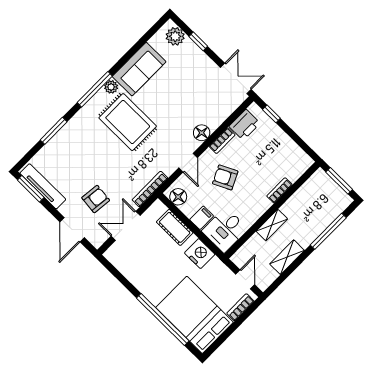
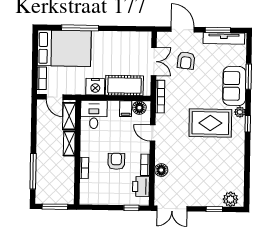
sofa: (139, 69) -> (234, 86), moved
plant: (111, 87) -> (240, 112), moved
window: (95, 89) -> (248, 124), width x0.46
floor lamp: (202, 133) -> (161, 170), moved
armchair: (225, 177) -> (116, 161), moved, turned -64
window: (31, 189) -> (218, 30), moved
filing cabinet: (202, 218) -> (126, 109), moved
cot: (175, 227) -> (124, 85), width x1.37, depth x1.34
shelving: (287, 257) -> (69, 116), moved
window: (163, 319) -> (80, 28), width x0.68

